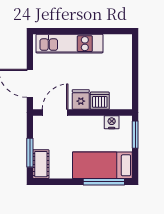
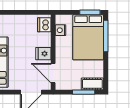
dishwasher: (100, 101) -> (44, 25), moved
window: (135, 135) -> (90, 12), moved
bed: (102, 165) -> (88, 37), width x1.50

